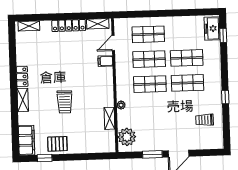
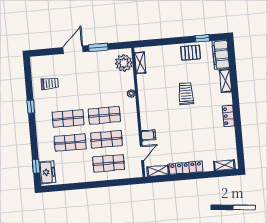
shelving: (23, 100) -> (225, 81), moved
shelving: (109, 118) -> (140, 63), moved

